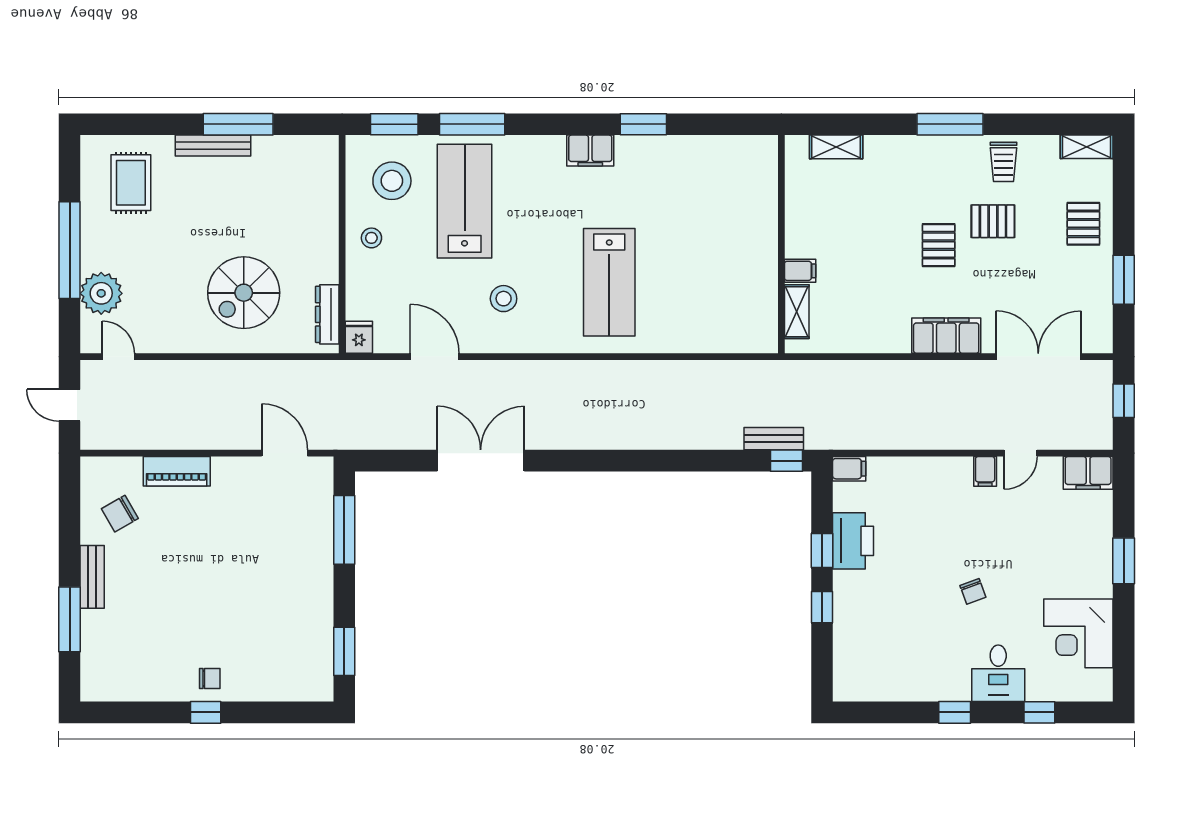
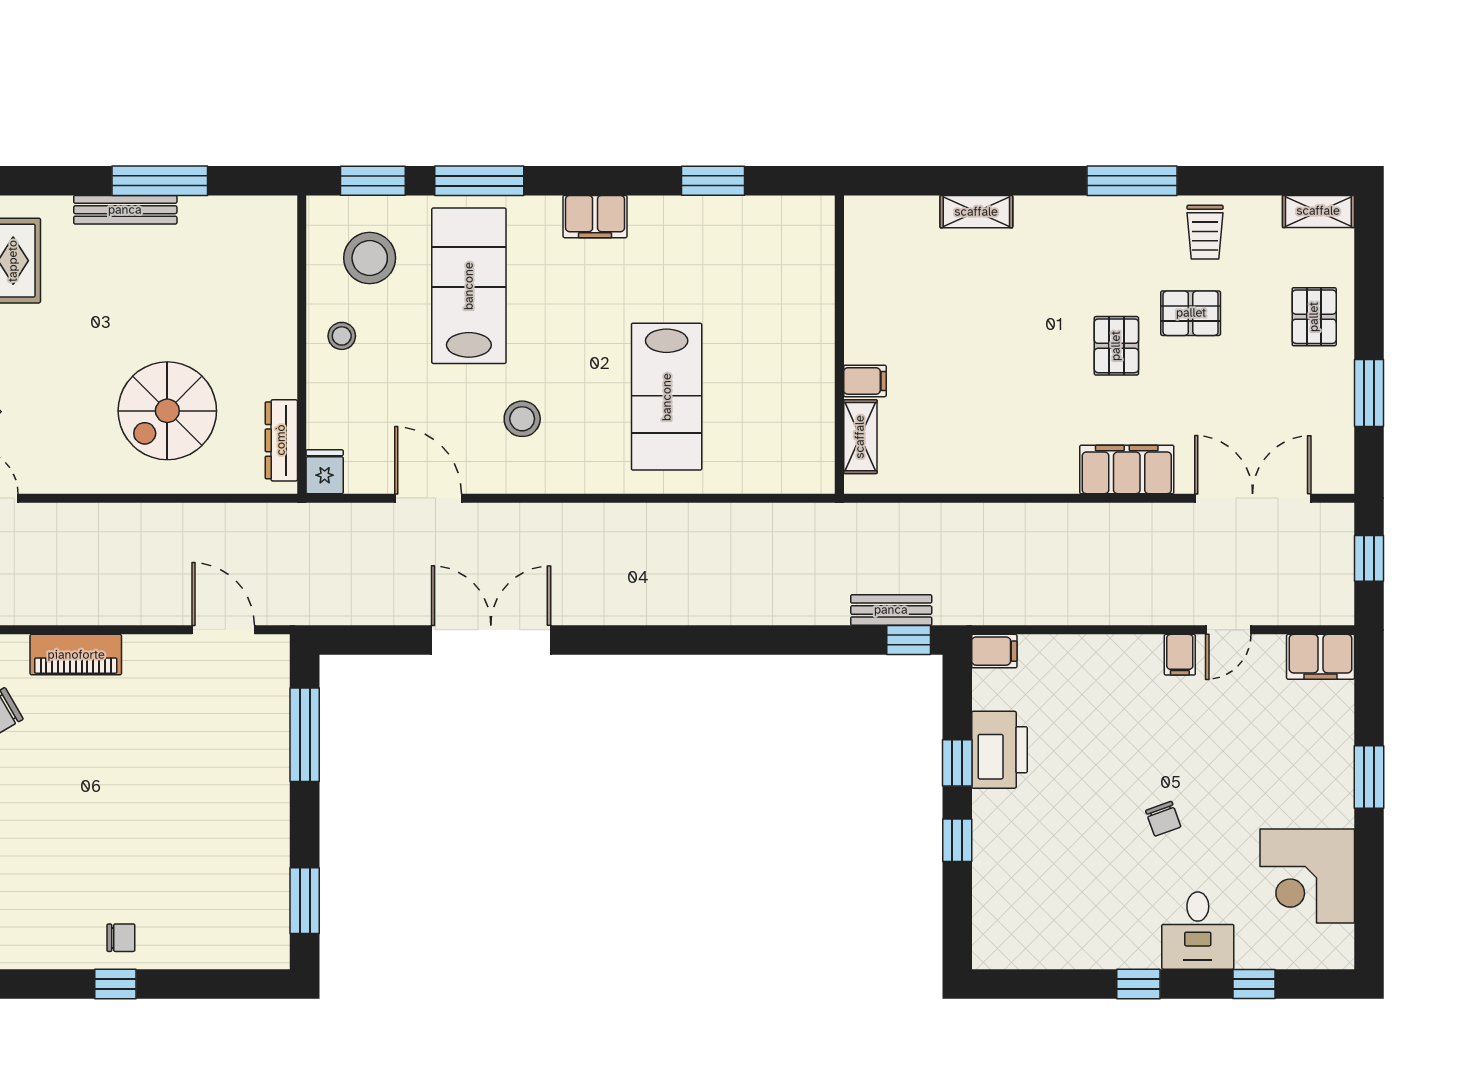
filing cabinet: (590, 150) -> (595, 217), moved
wall: (781, 244) -> (839, 345), moved
filing cabinet: (800, 271) -> (865, 381), moved
shelving: (797, 312) -> (860, 437), moved

